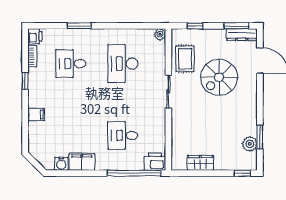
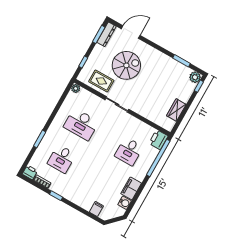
spiral stairs: (219, 77) -> (126, 65), turned -90
filing cabinet: (36, 115) -> (96, 209), moved
plant: (250, 144) -> (195, 77), moved

